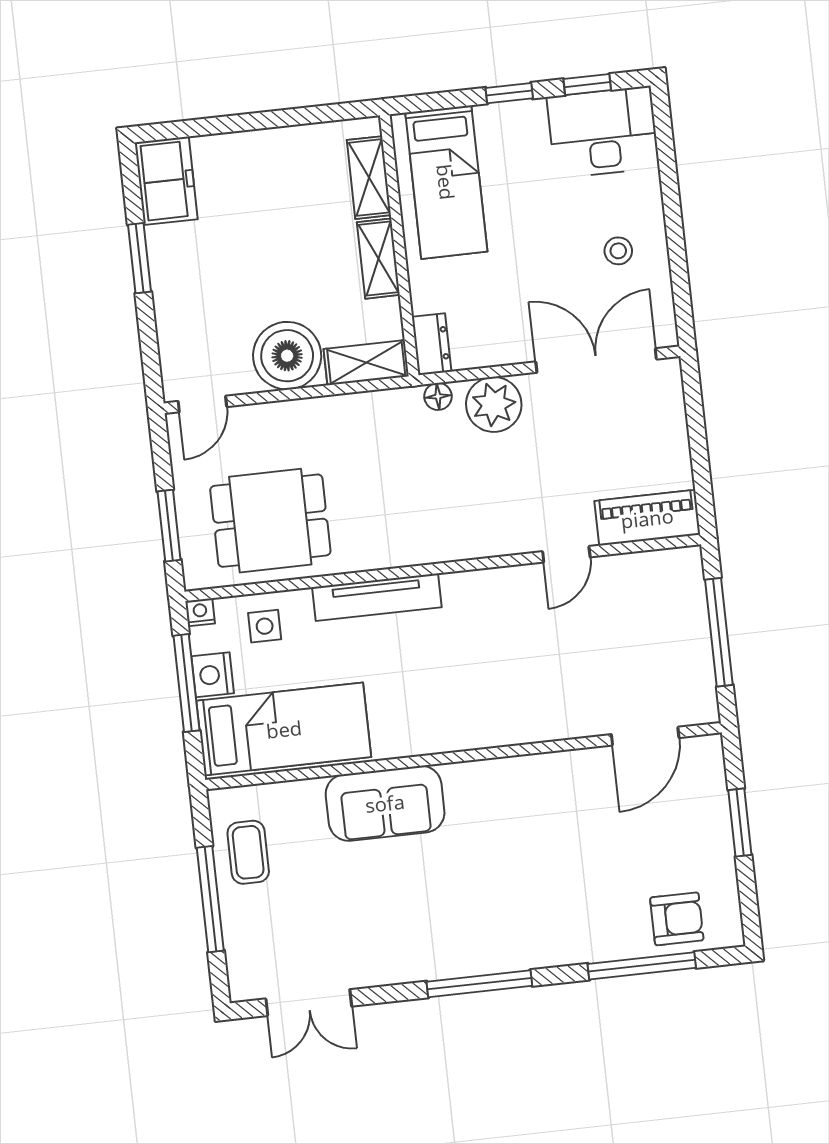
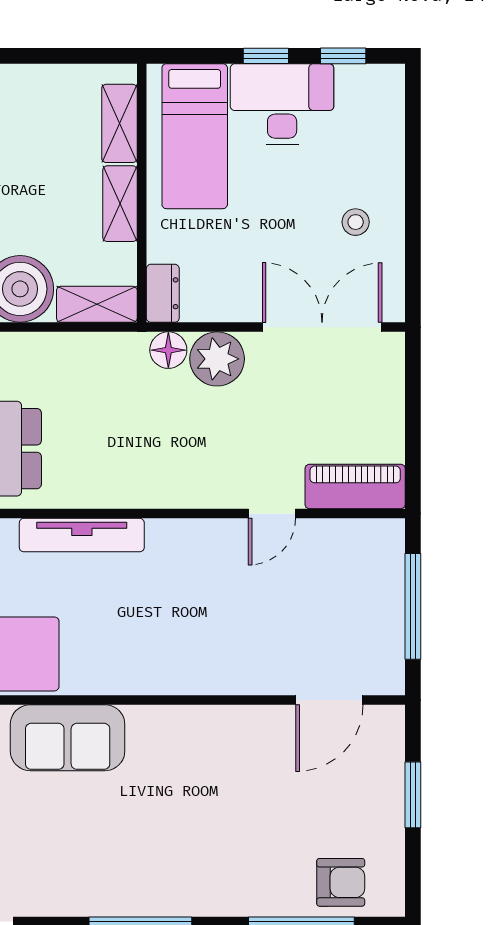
desk: (603, 132) -> (282, 104), moved
floor lamp: (438, 396) -> (168, 350), width x1.37, depth x1.37

